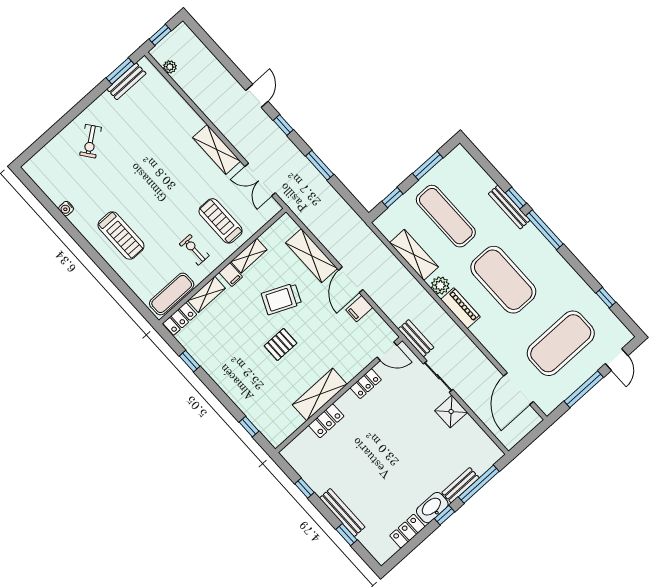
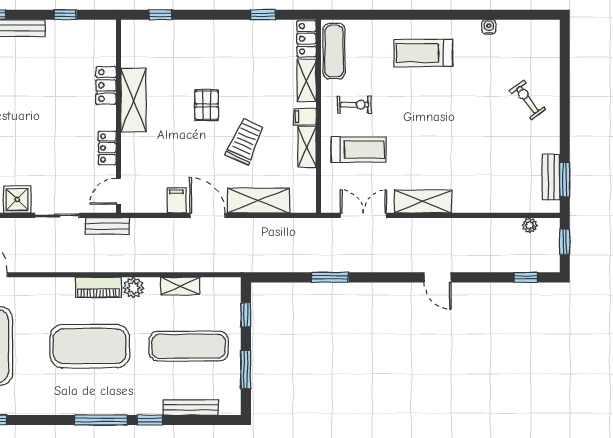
window: (283, 125) -> (526, 277), moved
bench: (509, 207) -> (191, 407), moved
shelving: (414, 255) -> (180, 286), width x0.67, depth x0.75

